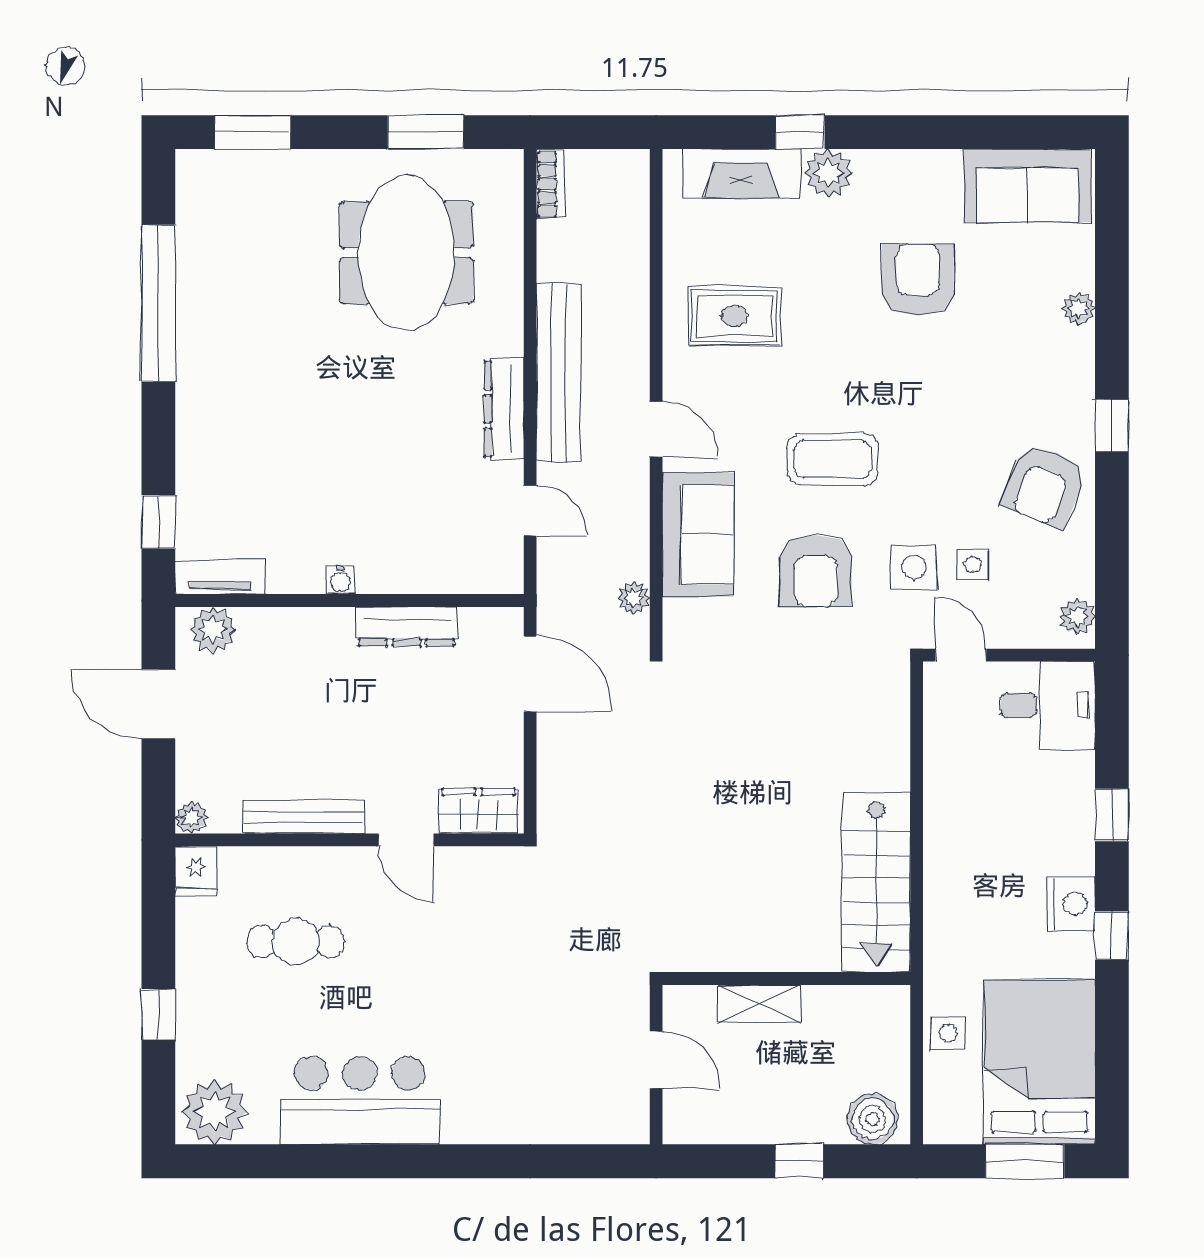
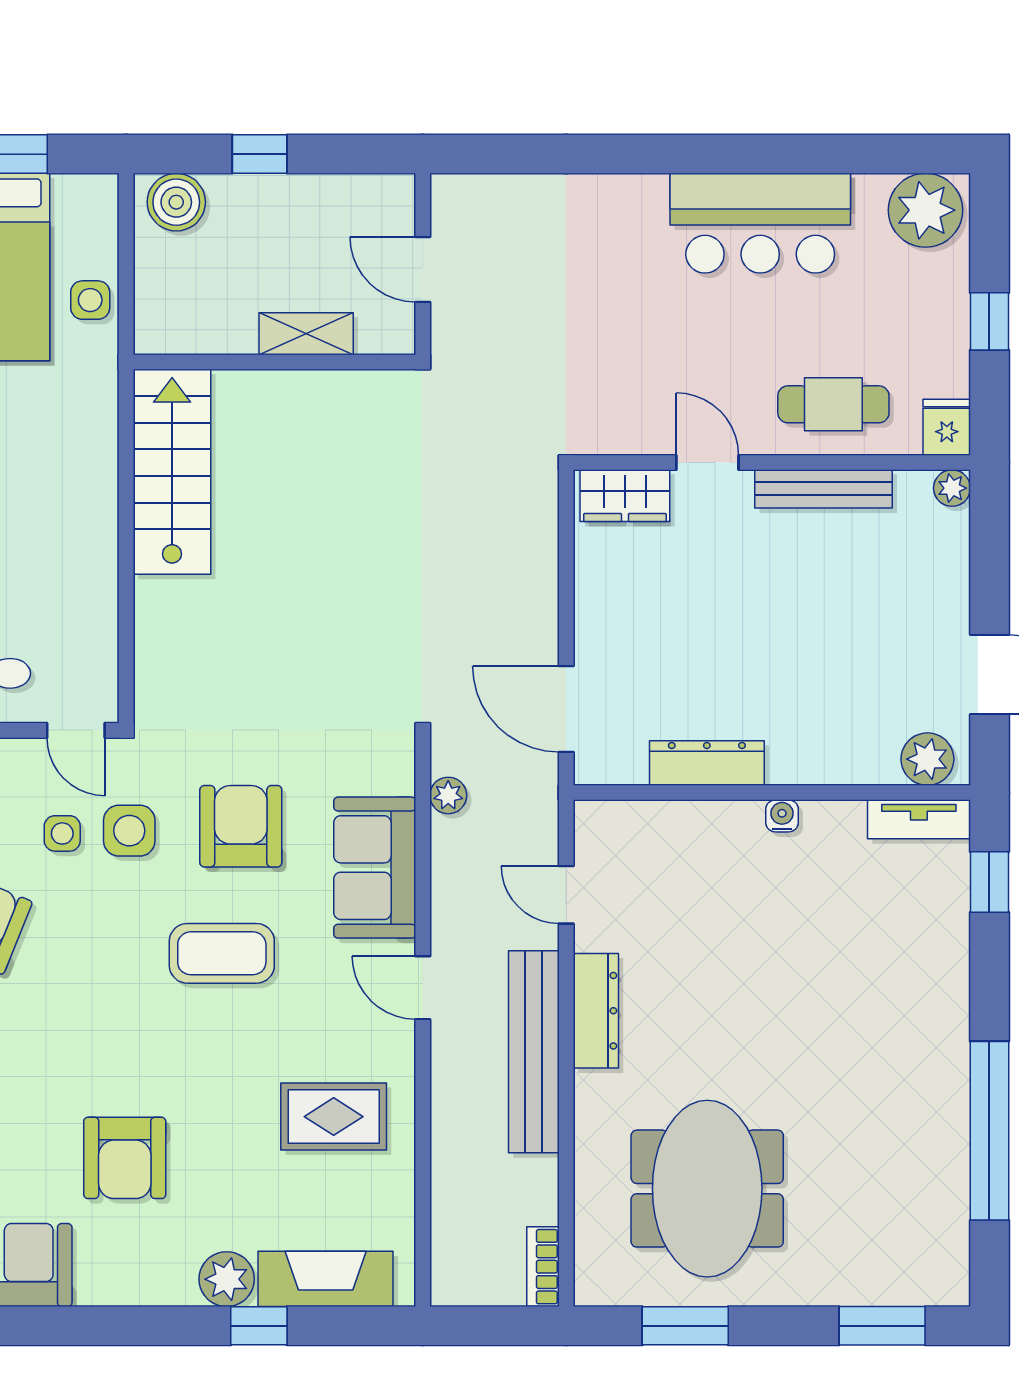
wardrobe: (479, 811) -> (625, 496), moved
plant: (191, 817) -> (952, 488), moved
bench: (304, 817) -> (823, 489), moved
wall: (350, 840) -> (772, 463), moved
door: (406, 840) -> (707, 463), moved
fridge: (196, 871) -> (947, 427), moved

